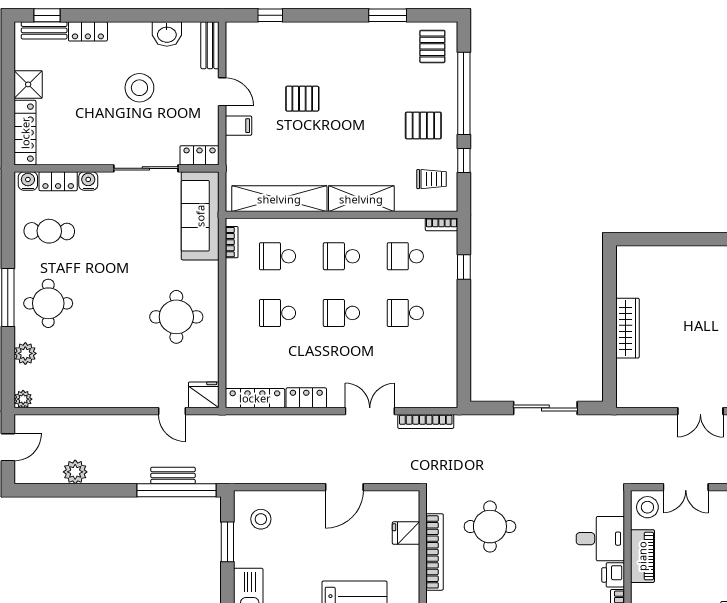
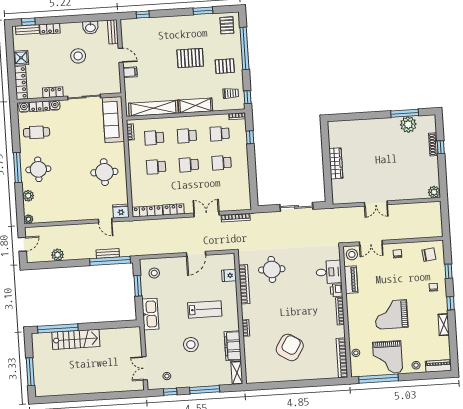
pallet: (302, 99) -> (190, 58), moved, width x1.50, depth x1.42
locker: (200, 155) -> (53, 92), moved
window: (464, 161) -> (248, 97), moved

